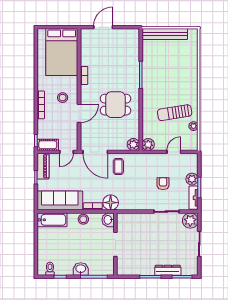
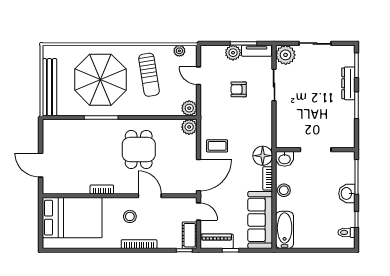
parasol: (171, 74) -> (100, 80), added
plant: (193, 126) -> (179, 51), moved

